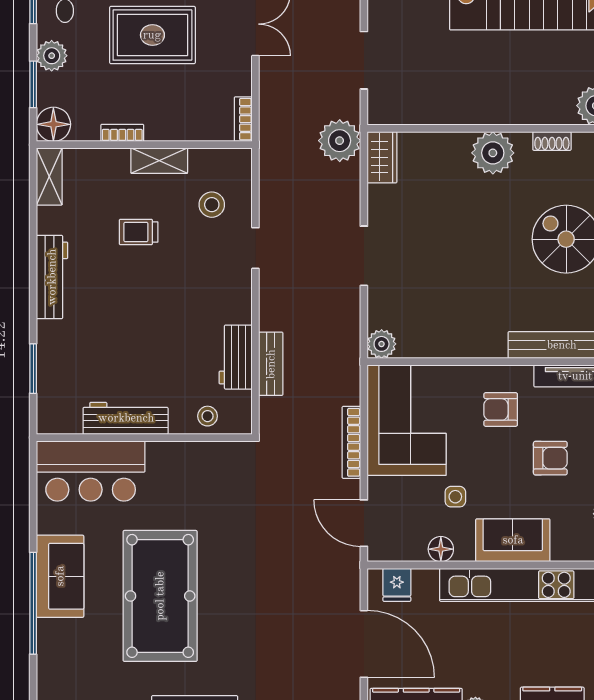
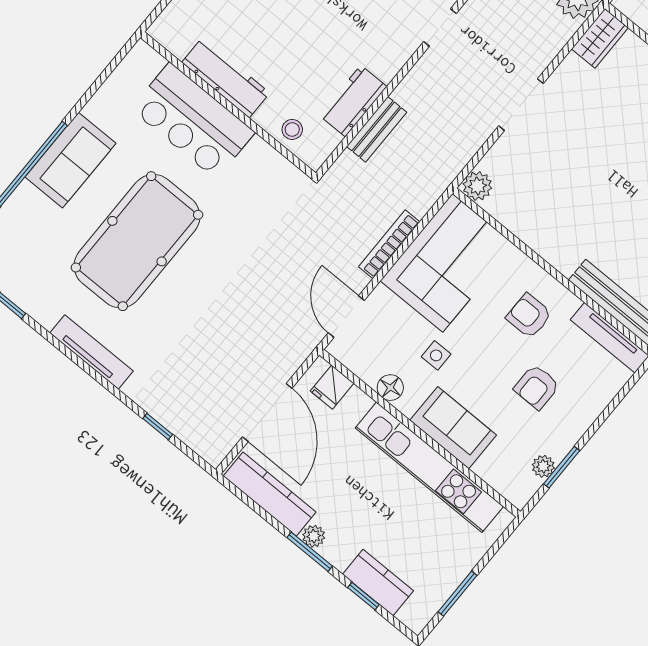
armchair: (550, 458) -> (537, 387), turned 90
bar counter: (91, 471) -> (193, 121), moved

